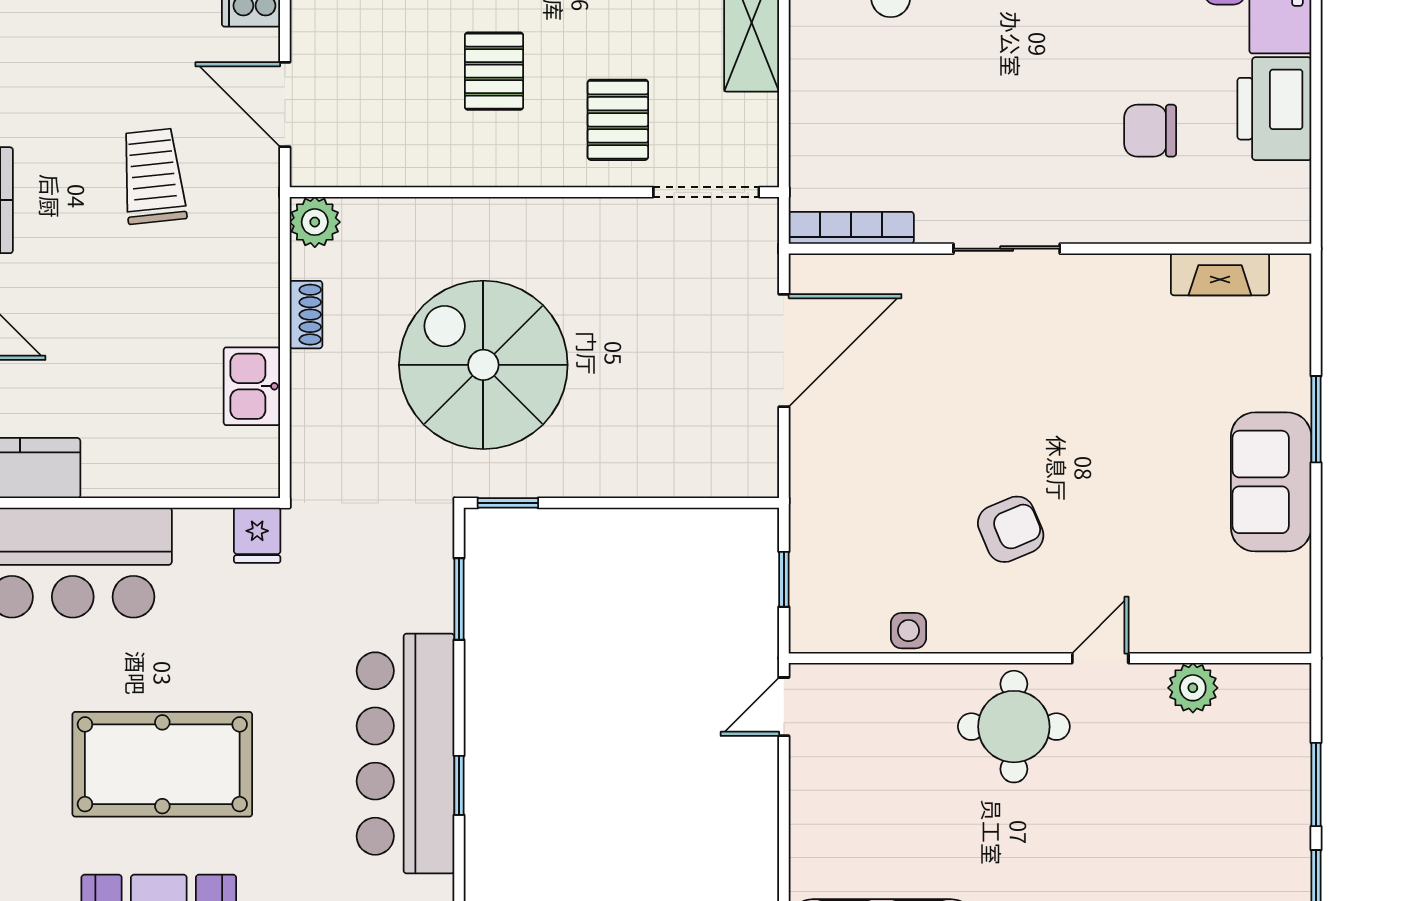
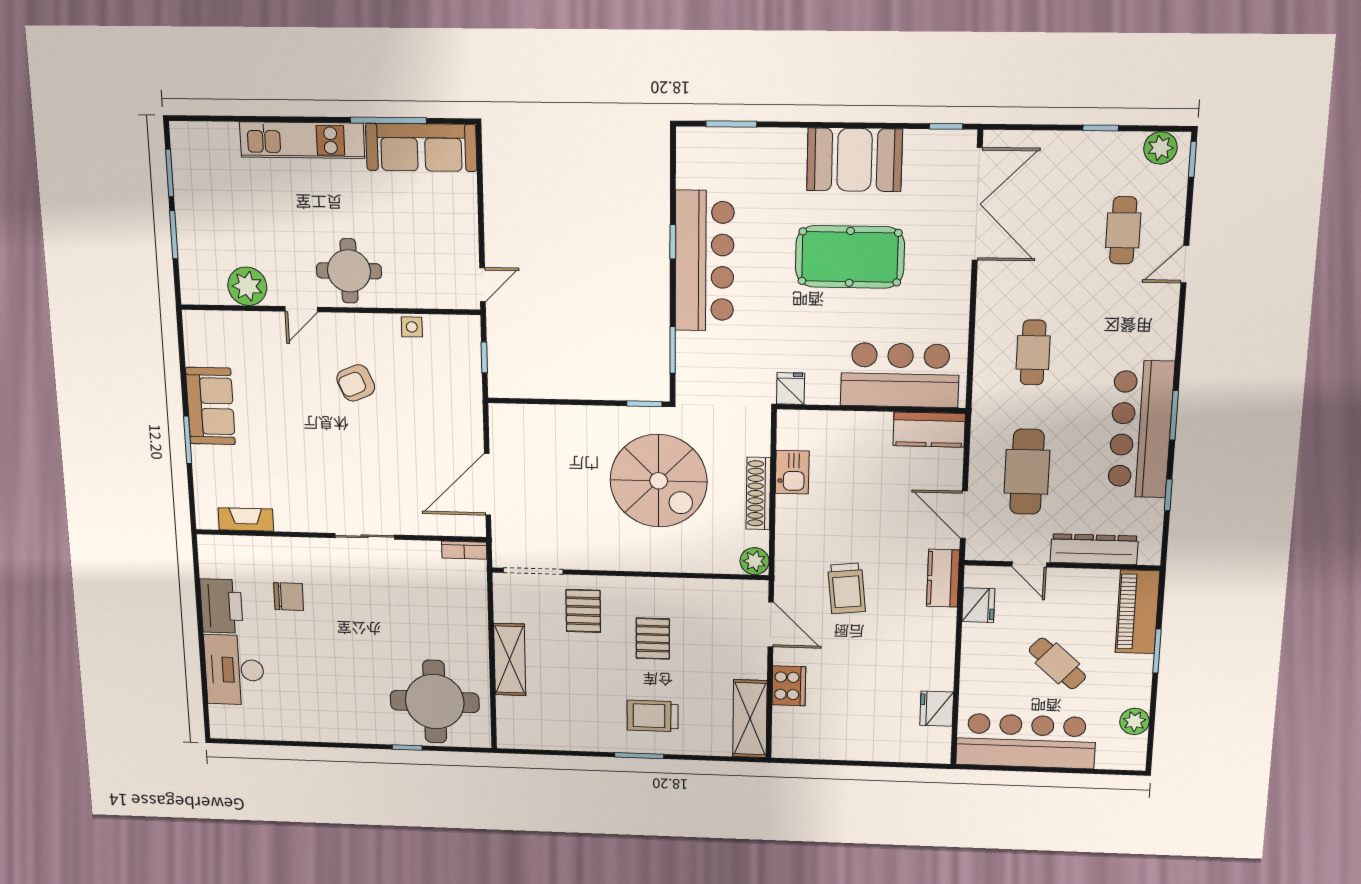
bookcase: (851, 228) -> (464, 550), width x0.64
shoe rack: (306, 315) -> (758, 493), width x1.94, depth x1.24
plant: (1193, 688) -> (247, 286), width x1.36, depth x1.36

